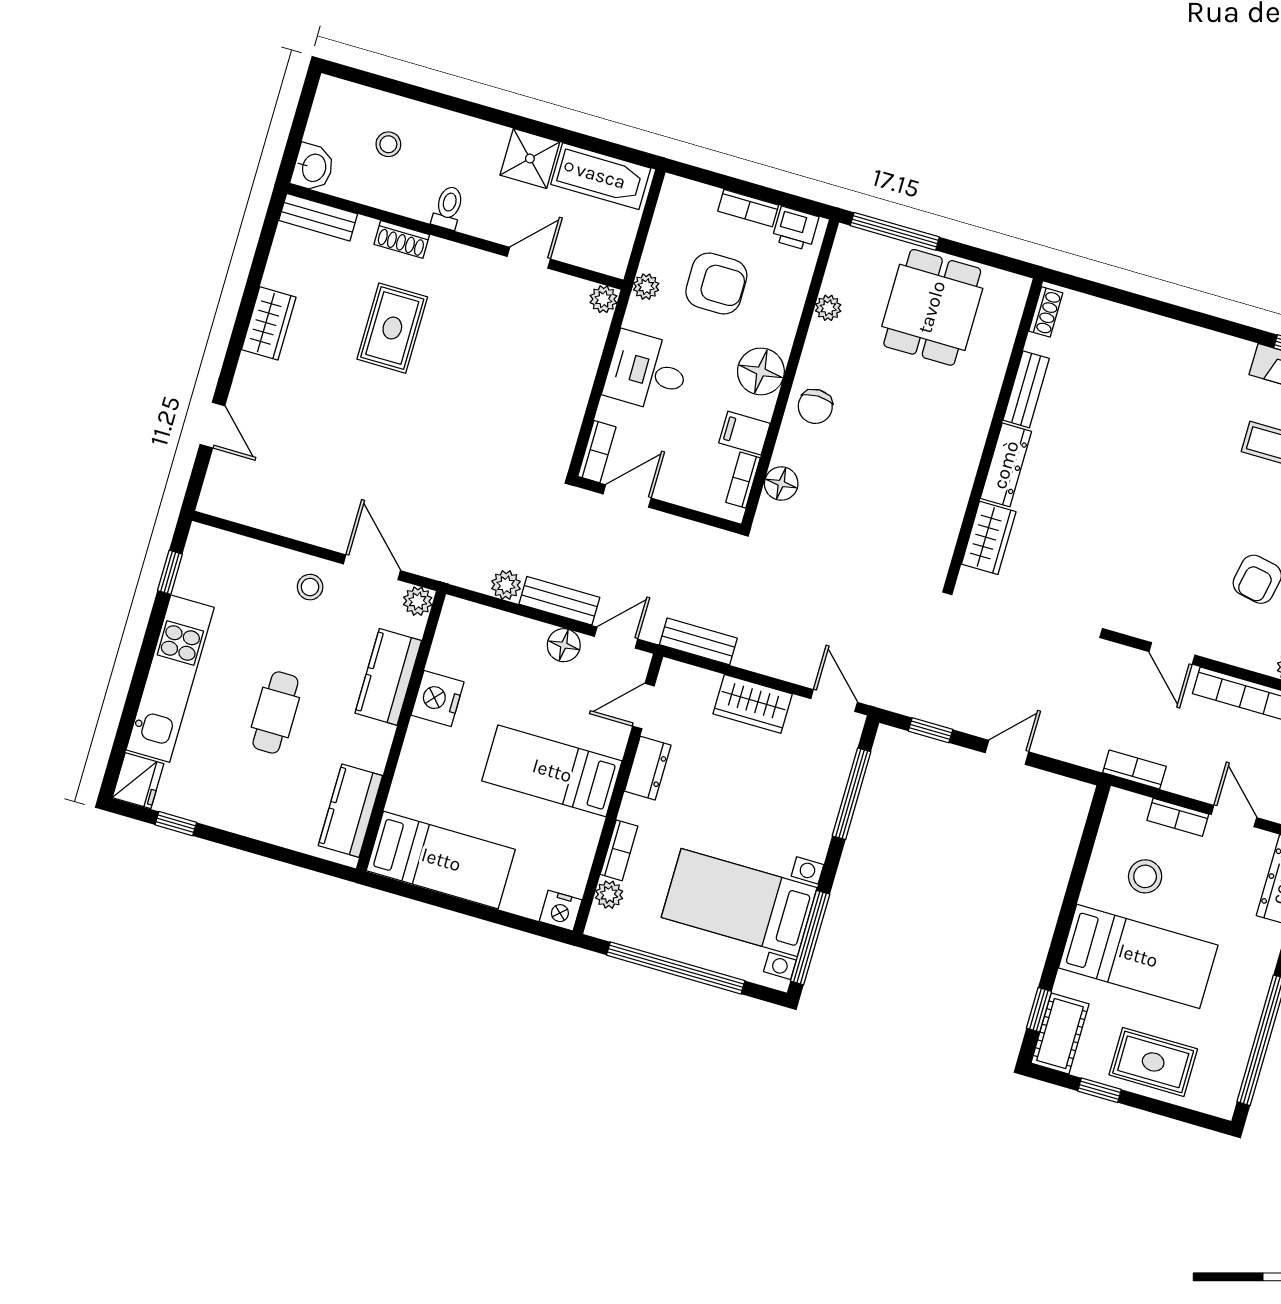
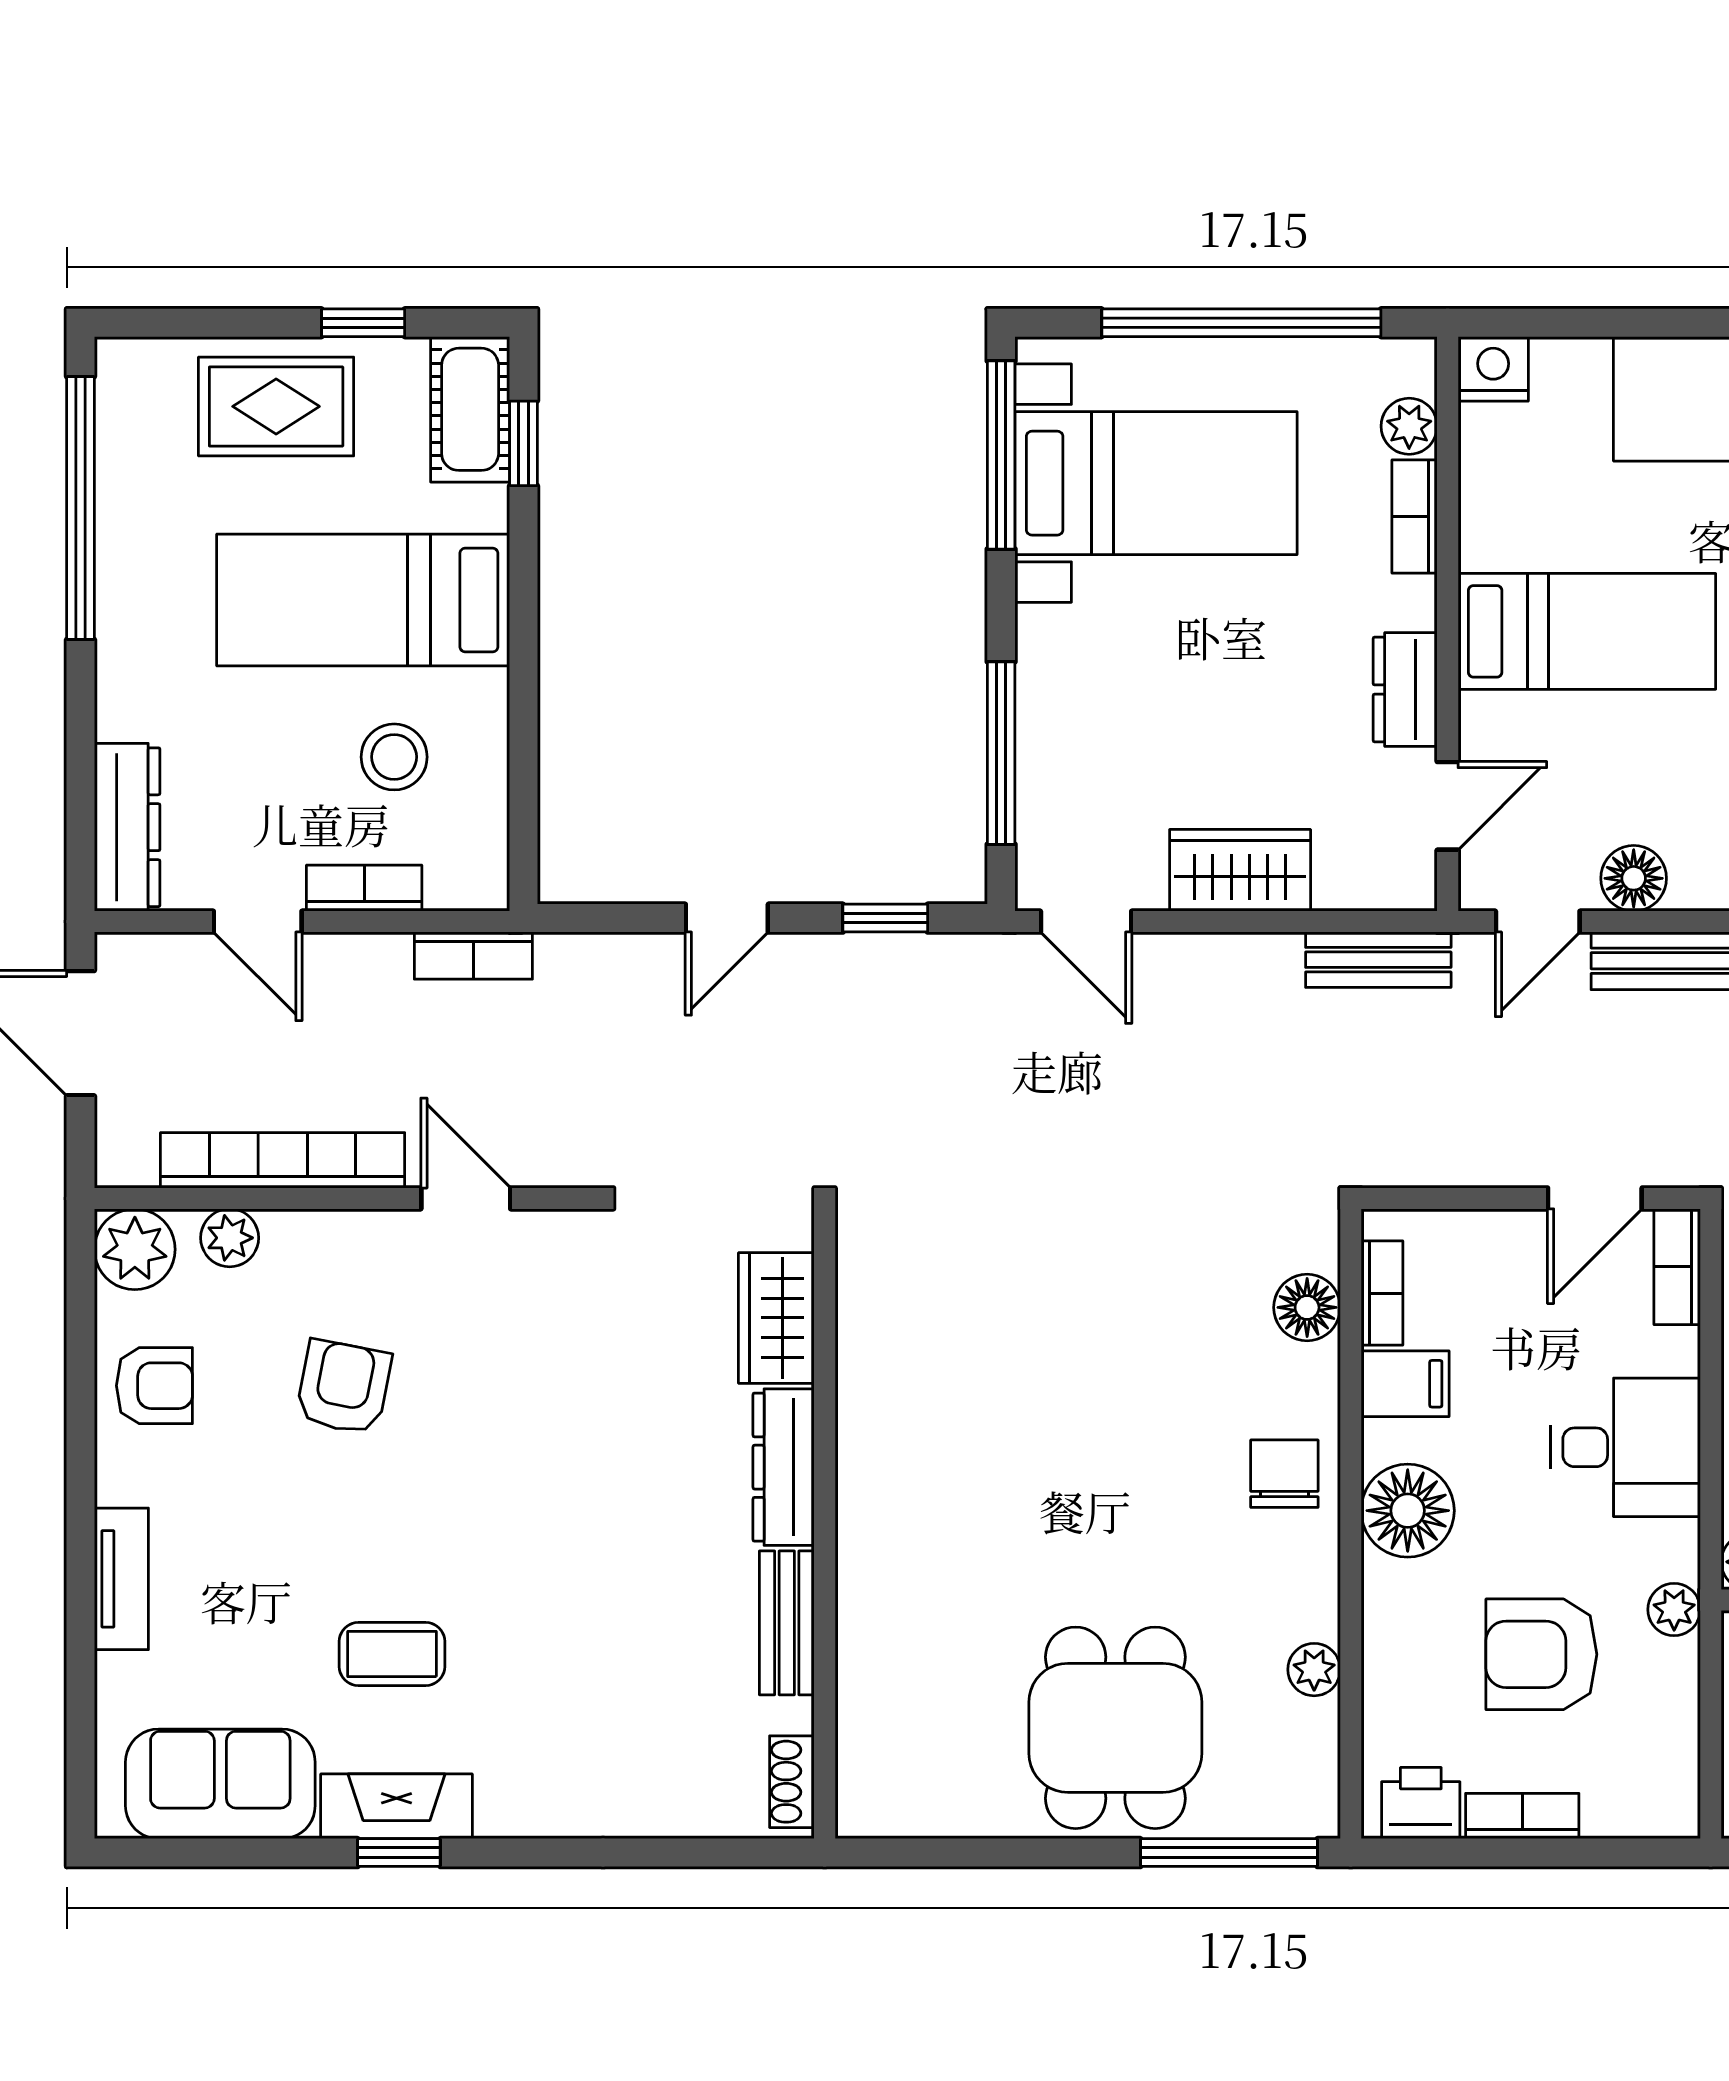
shoe rack: (1046, 312) -> (792, 1782), moved
bench: (1026, 389) -> (787, 1623), moved
wall: (994, 432) -> (825, 1524), moved
dresser: (1006, 465) -> (784, 1467), moved
wardrobe: (989, 538) -> (776, 1318), moved

